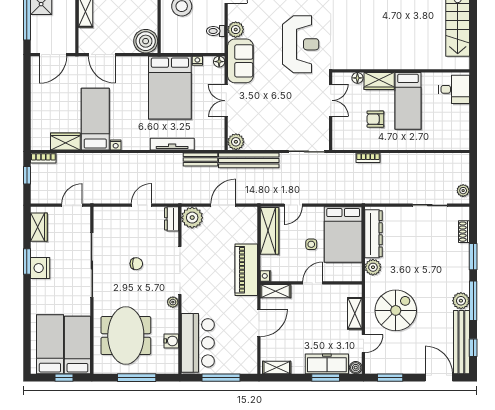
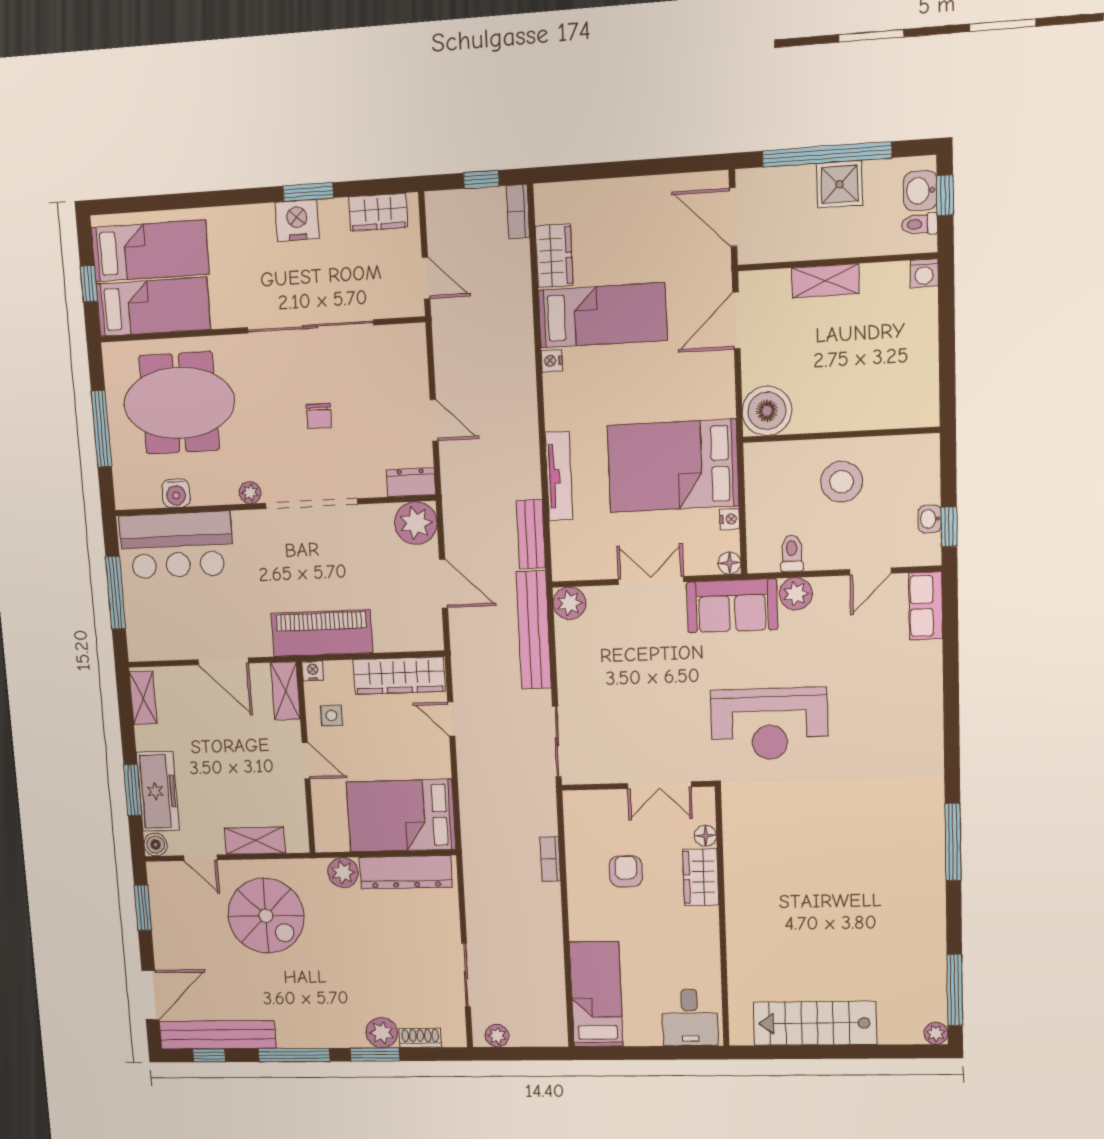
bed: (408, 101) -> (596, 994), moved, turned 90
side table: (311, 244) -> (331, 715), moved
plant: (461, 301) -> (382, 1033), moved

